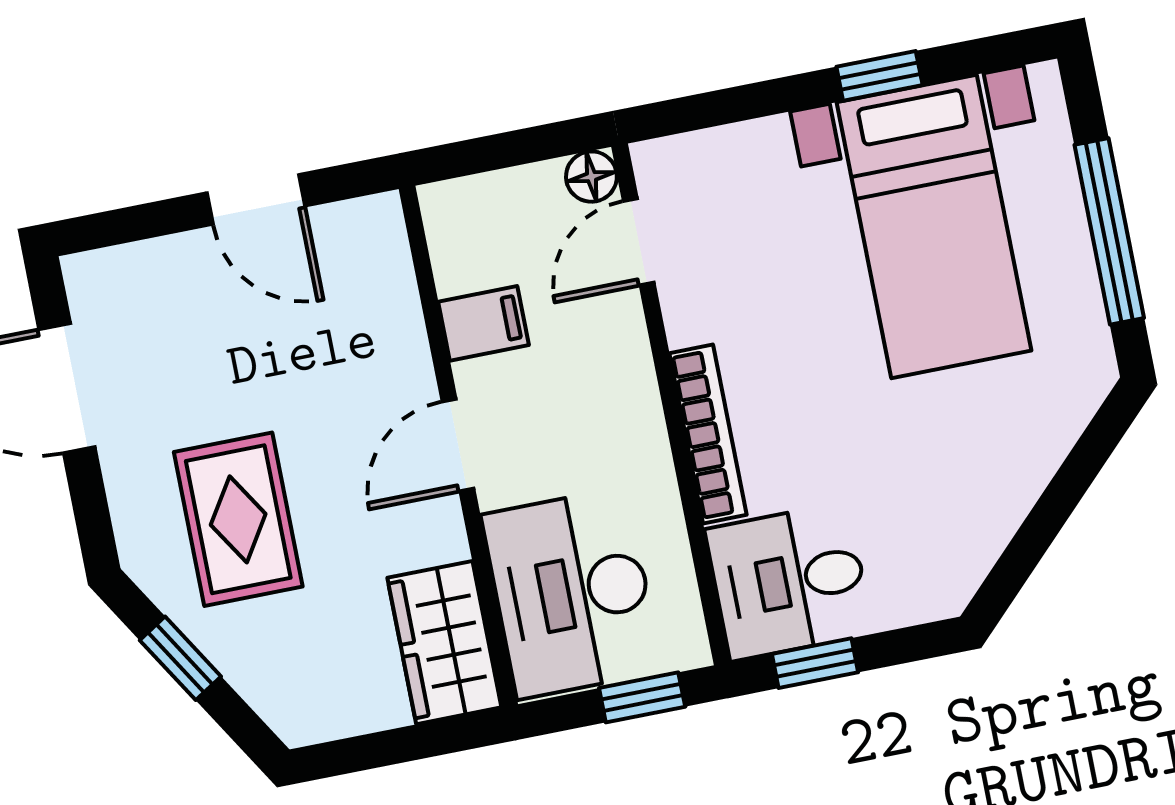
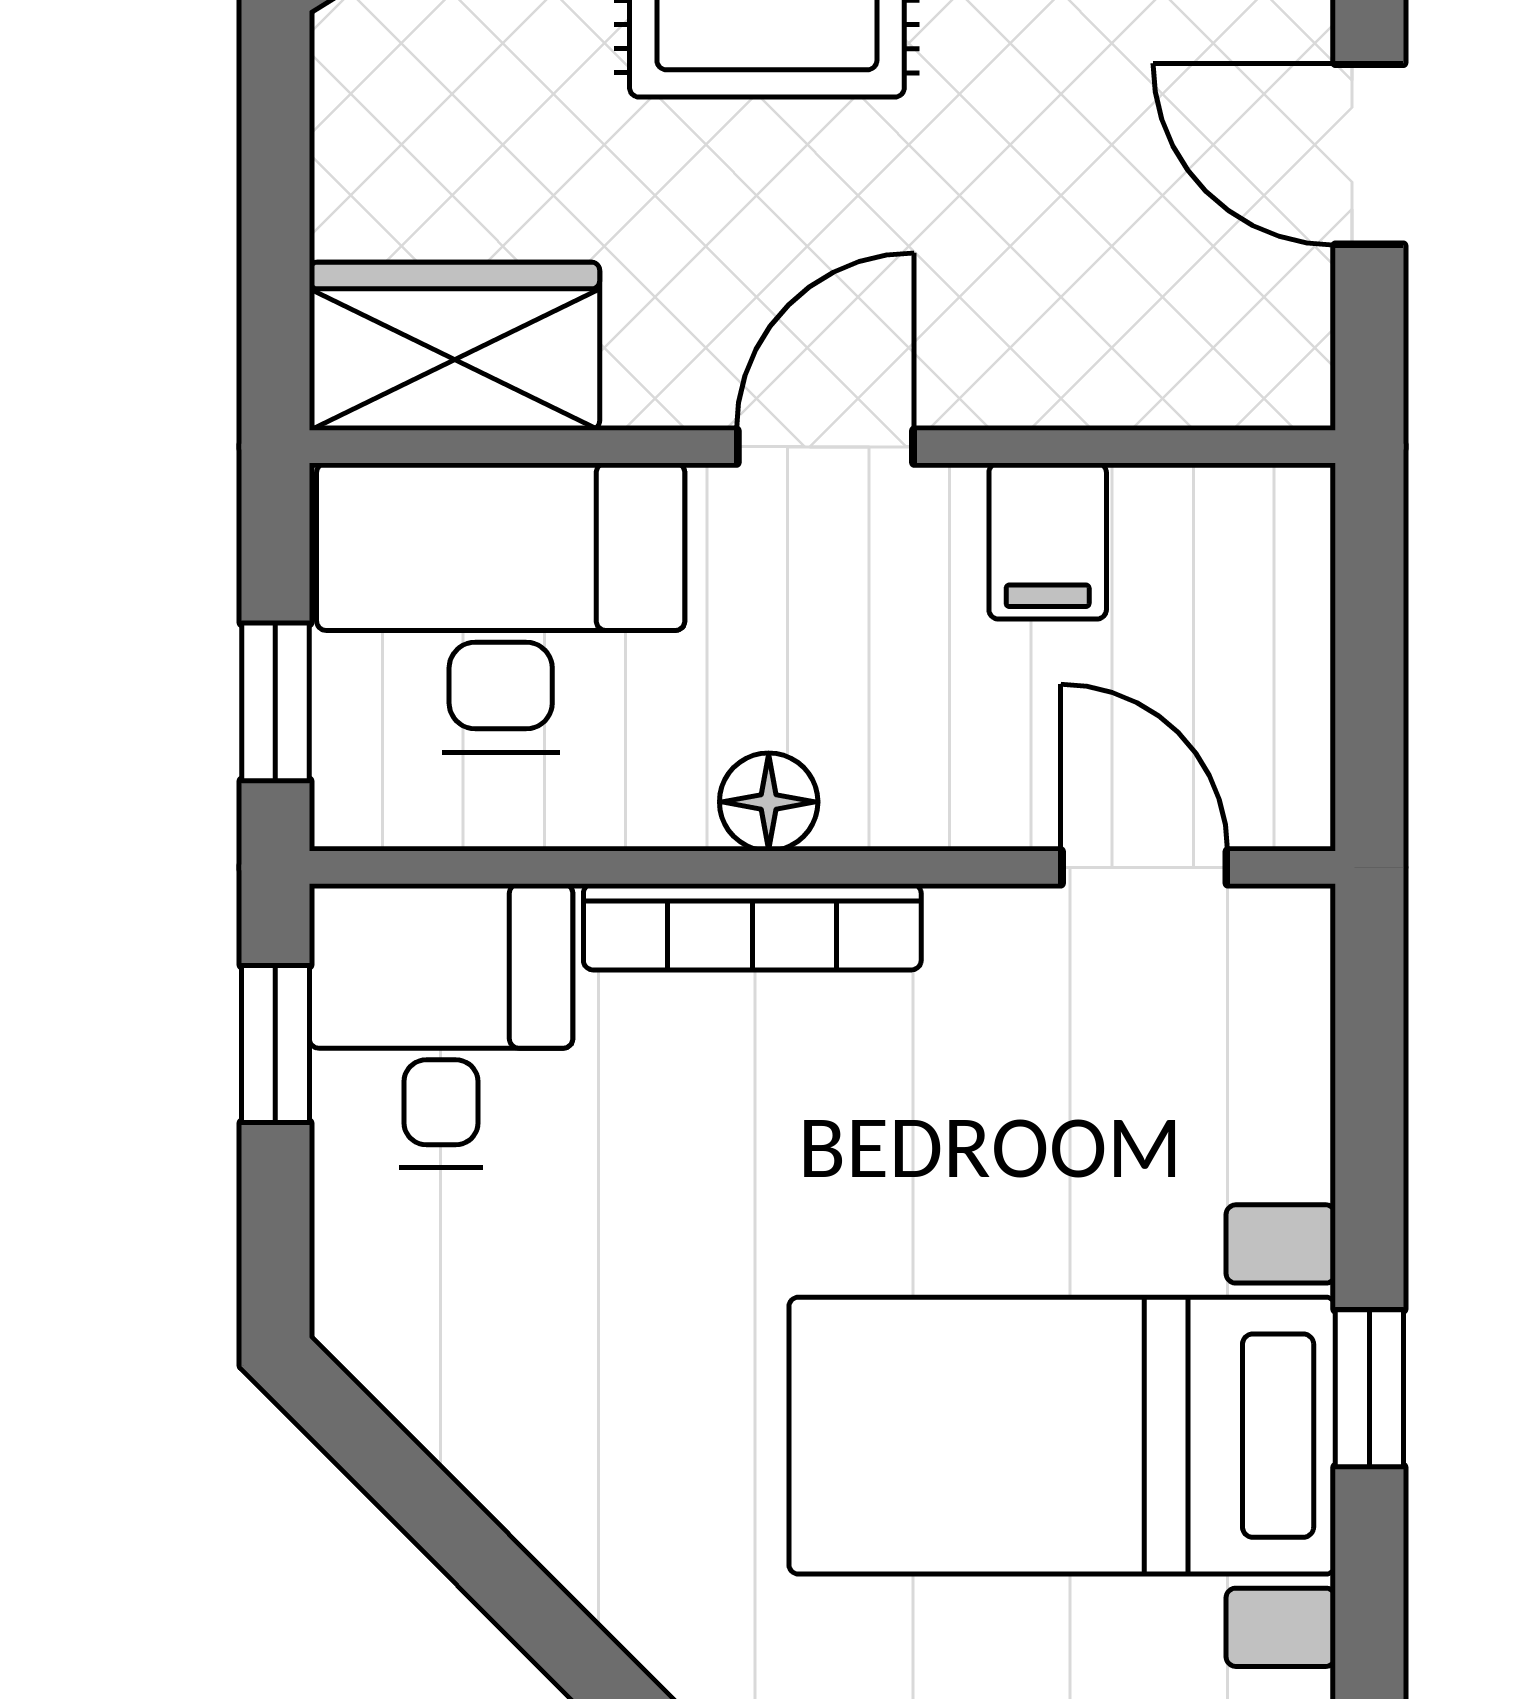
floor lamp: (591, 177) -> (769, 802), moved
door: (256, 199) -> (1369, 154), hinge flipped
door: (458, 445) -> (825, 447), hinge flipped

